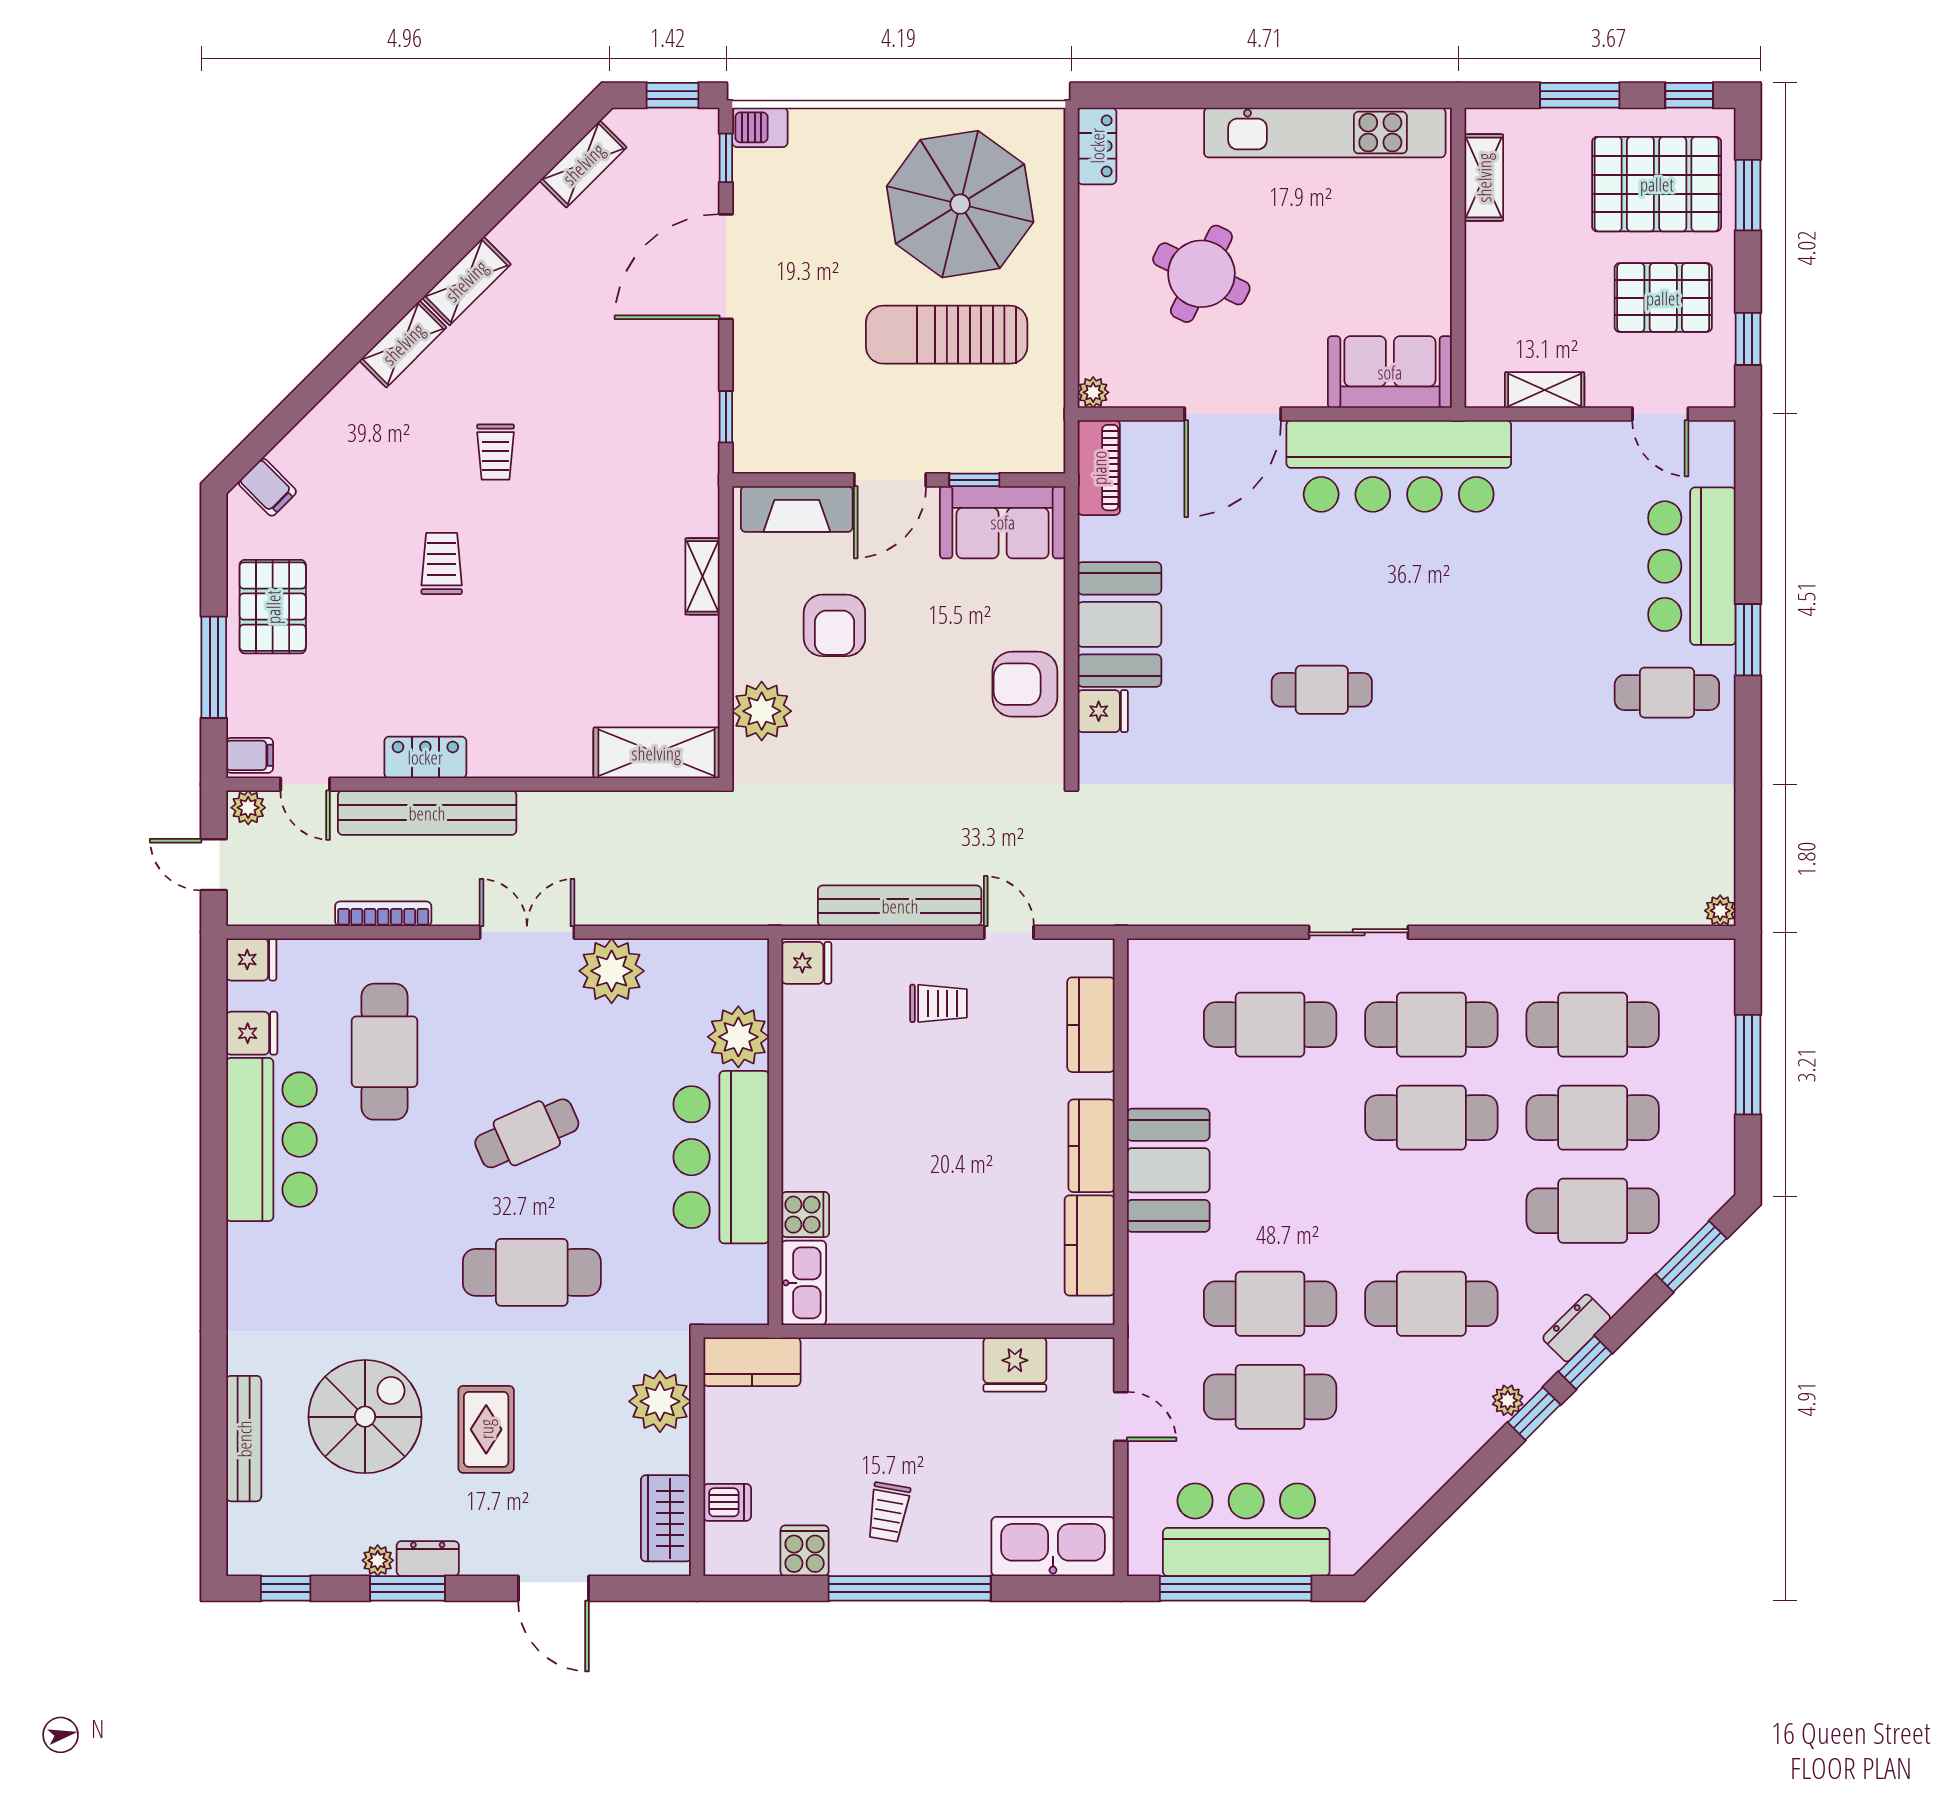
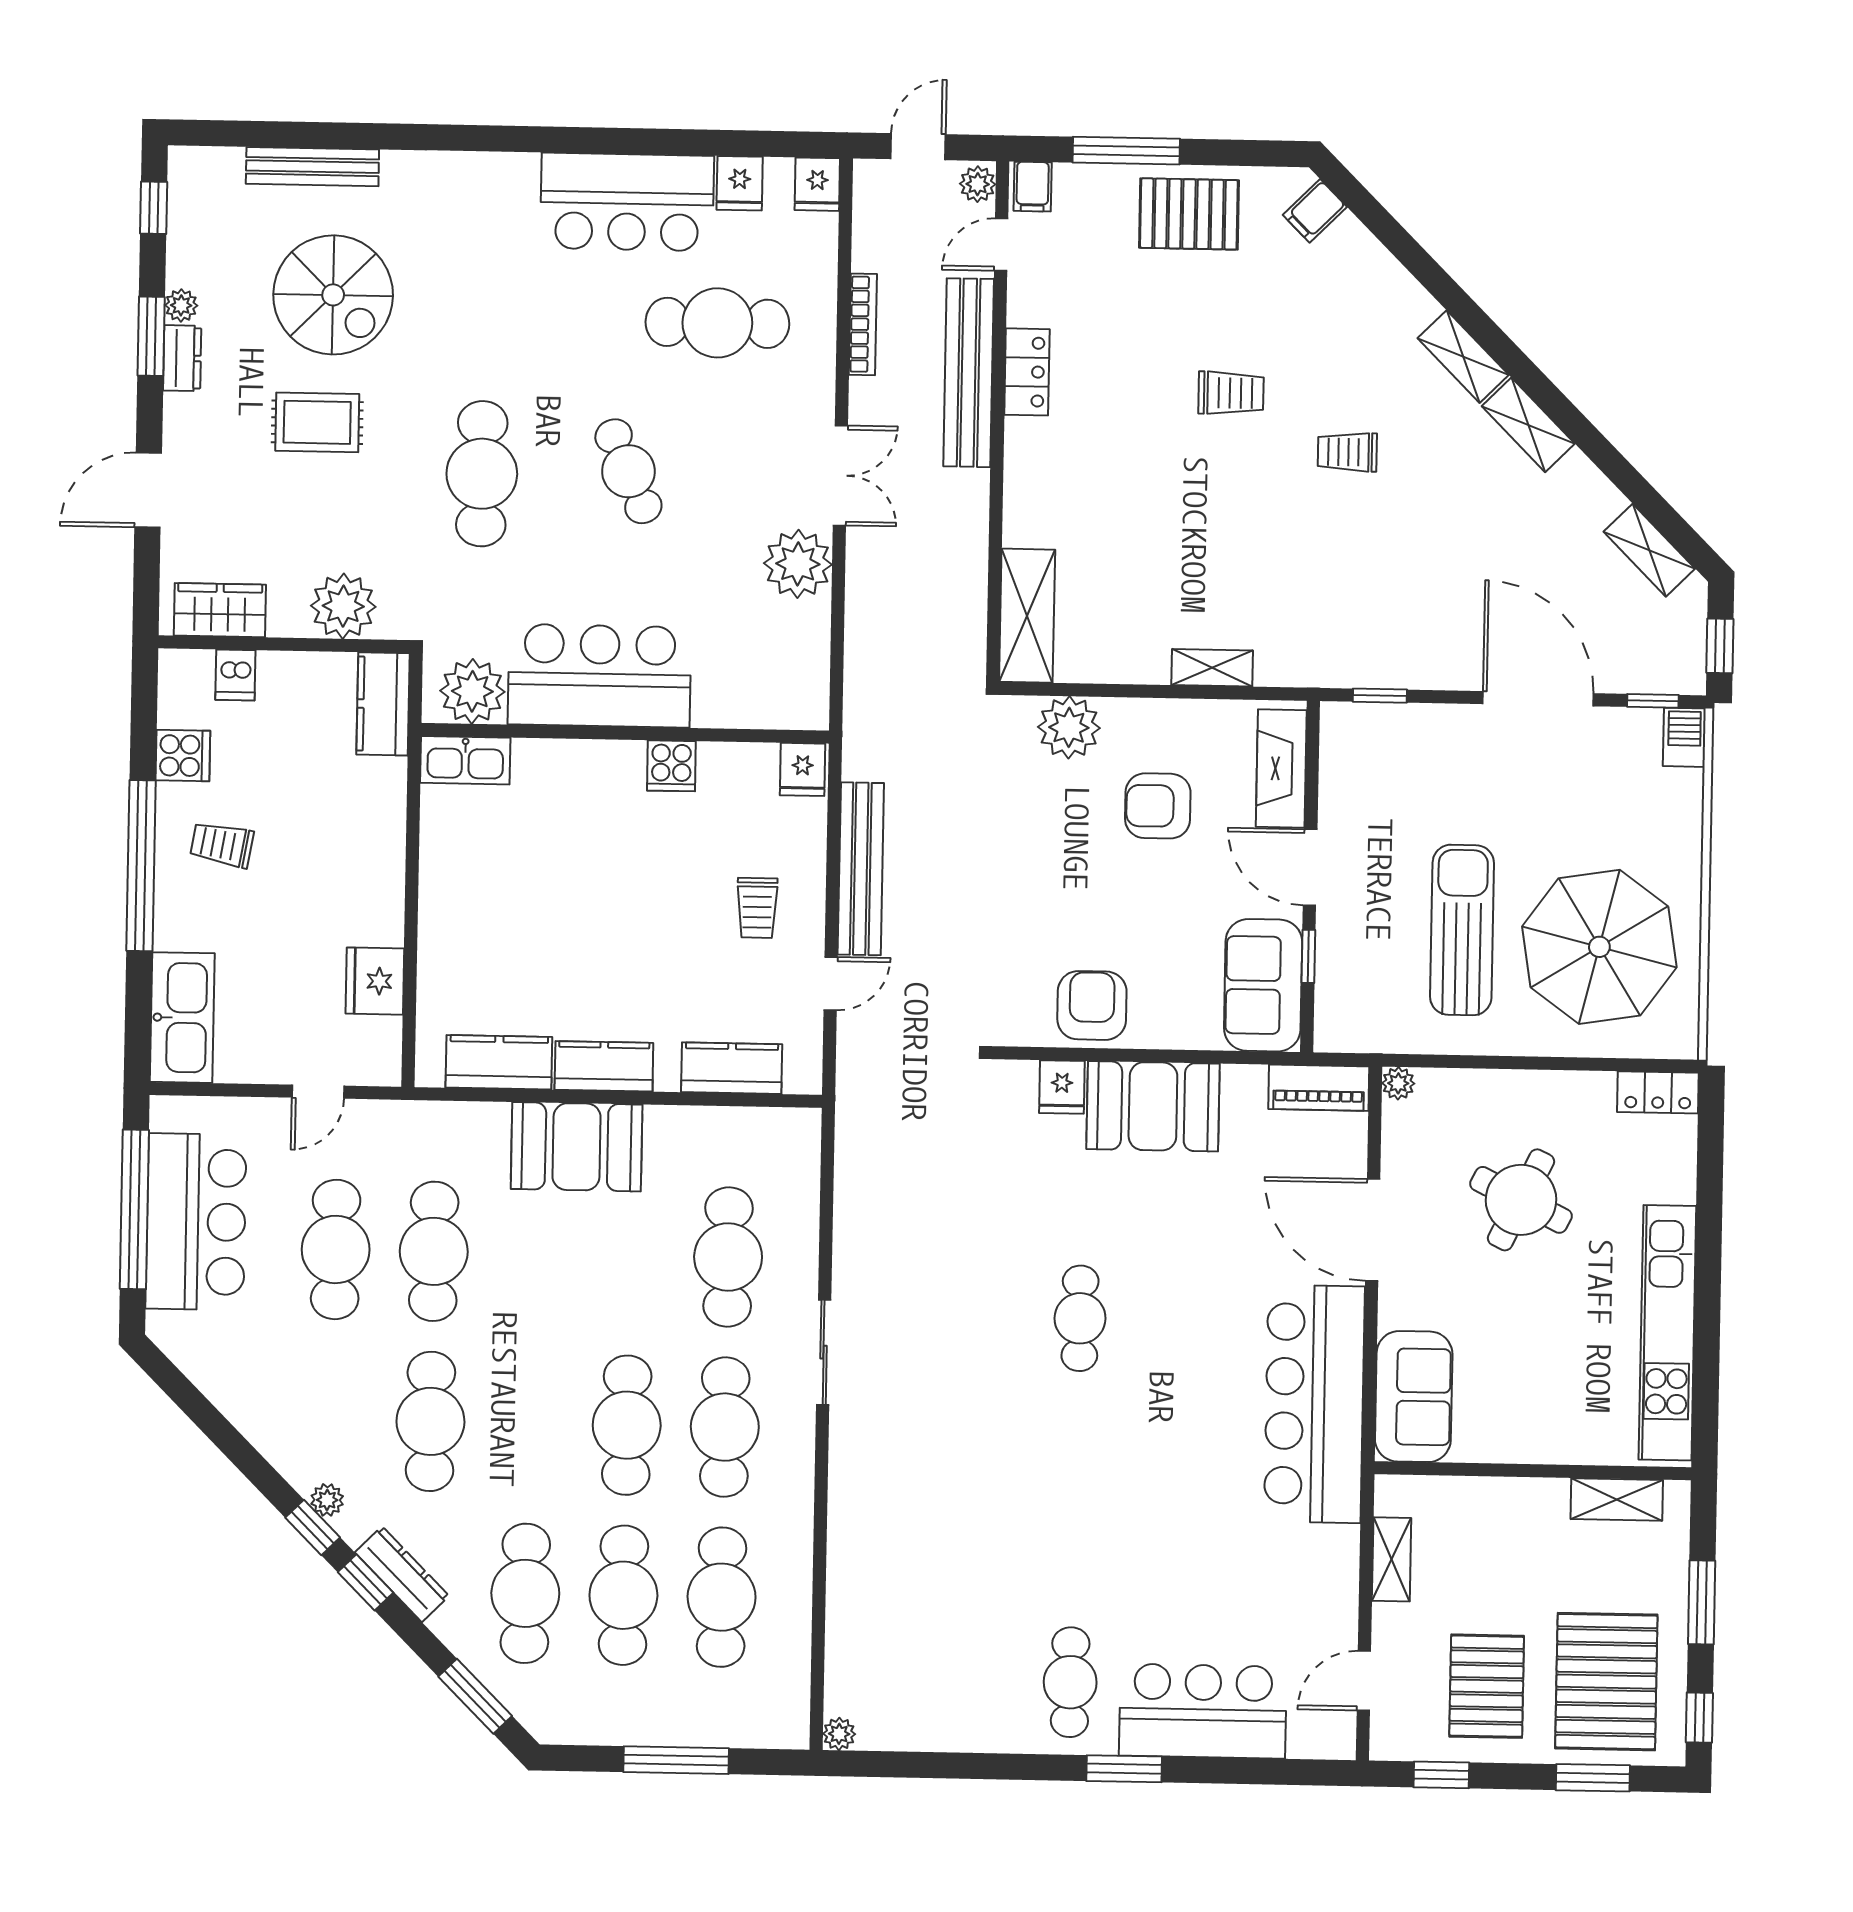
plant: (738, 1037) -> (472, 691), moved
cooker: (805, 1215) -> (671, 766), moved
dresser: (1577, 1328) -> (402, 1574), width x1.44

